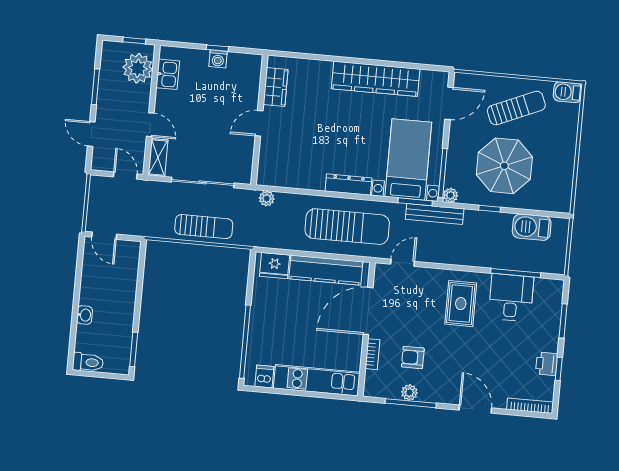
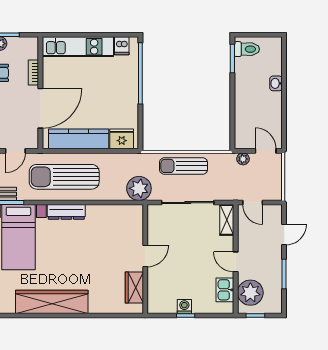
door: (150, 125) -> (236, 262), moved
door: (91, 134) -> (284, 234), hinge flipped
plant: (267, 198) -> (139, 188), width x1.87, depth x1.87
plant: (132, 228) -> (243, 159), added
toilet: (88, 362) -> (247, 49), moved, turned 180

